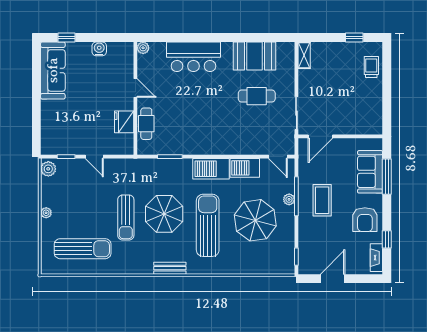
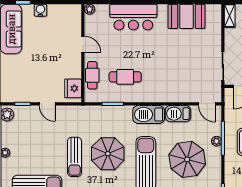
water cooler: (99, 49) -> (40, 10), moved
cafe table: (257, 96) -> (125, 77), moved
fridge: (124, 122) -> (73, 88), moved

